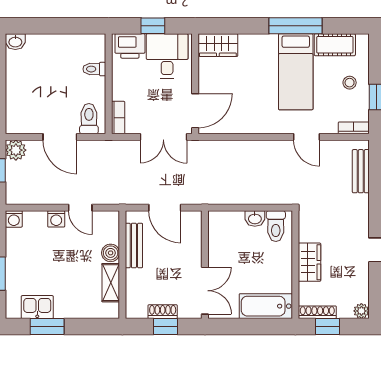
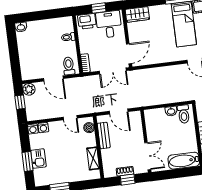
washing machine: (56, 219) -> (43, 128), moved
boiler: (111, 253) -> (89, 128), moved
kitchen sink: (37, 307) -> (38, 159), moved, turned 90

